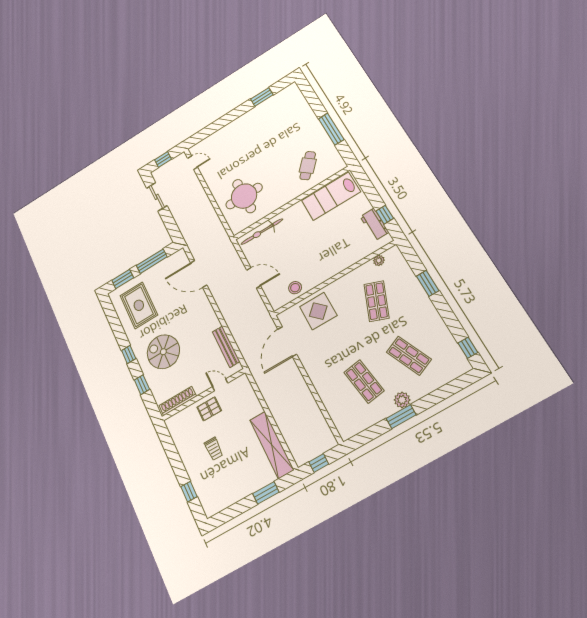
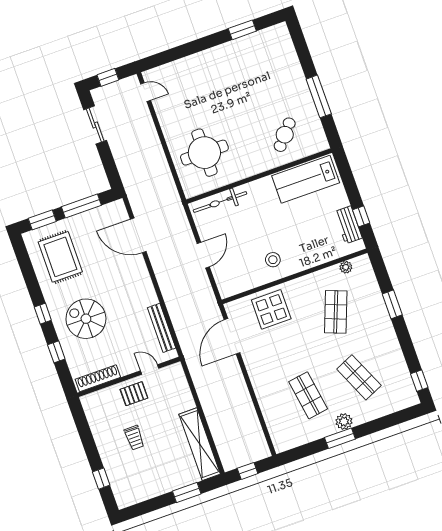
door: (254, 278) -> (203, 255), hinge flipped
stool: (295, 288) -> (273, 260), moved

